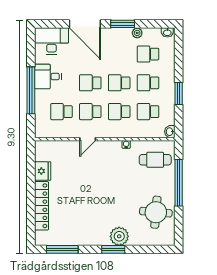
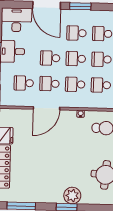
plant: (137, 33) -> (93, 15), removed
school desk: (119, 54) -> (76, 33), added
door: (88, 139) -> (46, 108), width x1.87

